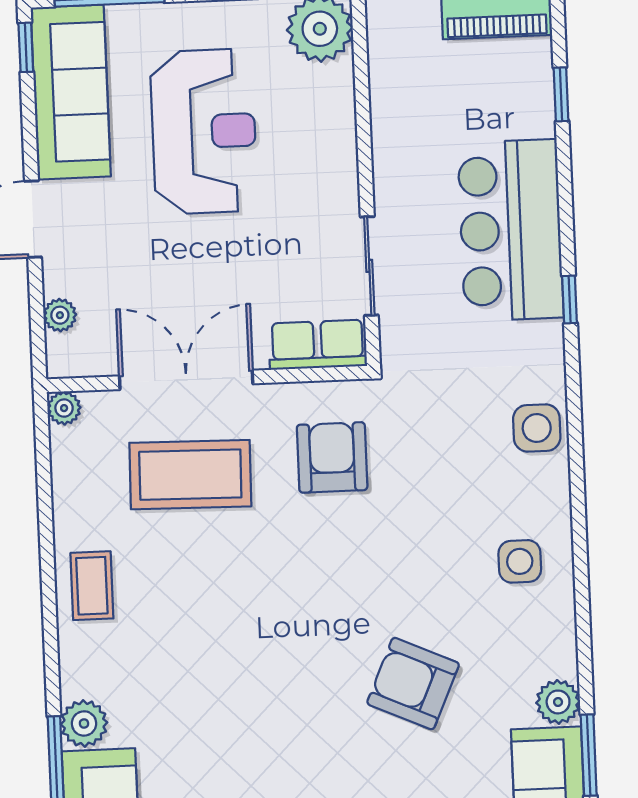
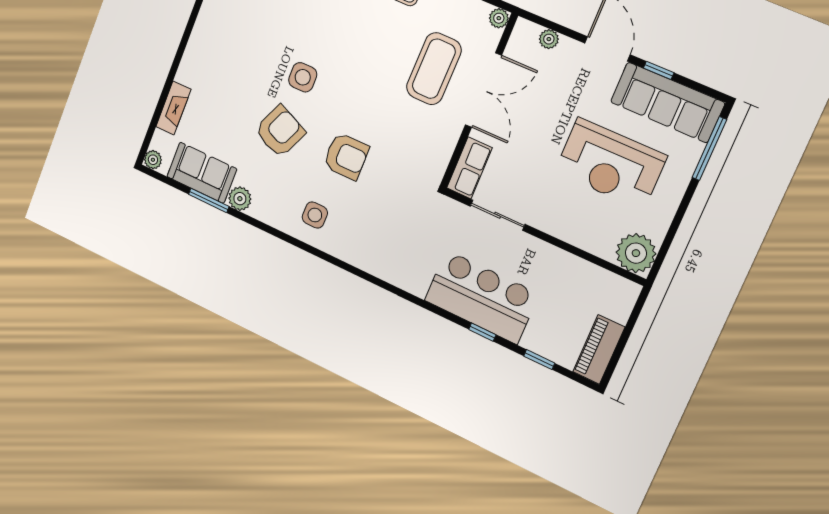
window: (26, 47) -> (659, 70), moved
window: (570, 299) -> (482, 332), moved
side table: (537, 428) -> (303, 77), moved
armchair: (332, 457) -> (346, 156), moved

